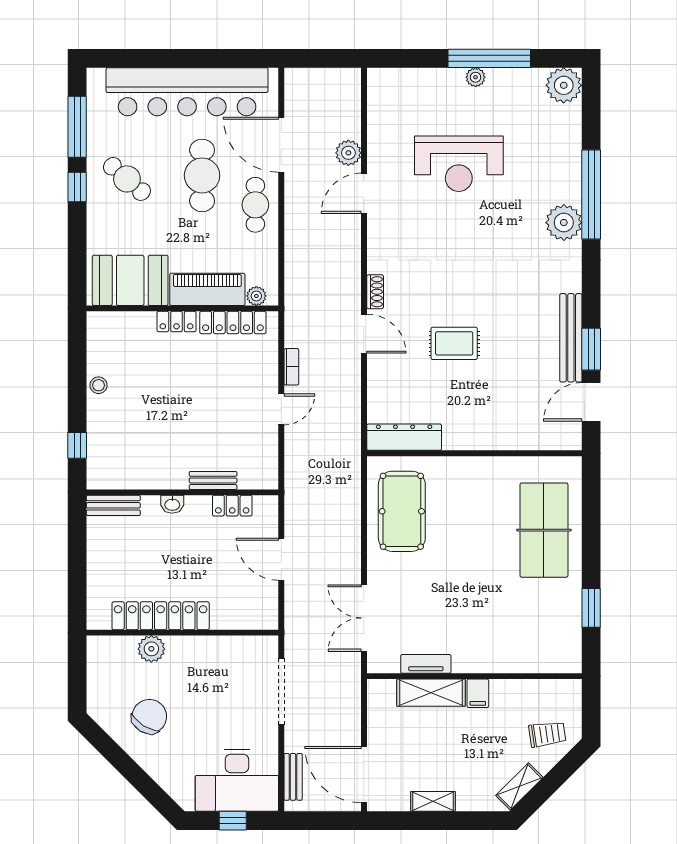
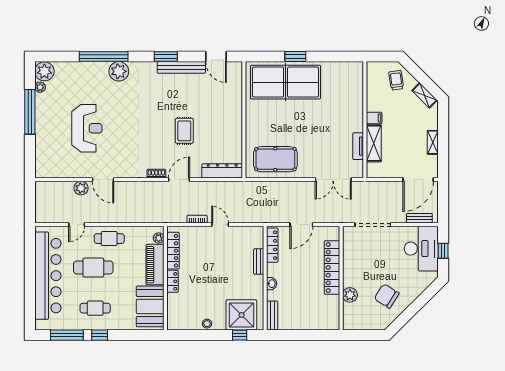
plant: (476, 77) -> (40, 87), moved
door: (281, 145) -> (77, 225), width x0.53
cafe table: (127, 179) -> (95, 308), turned 49
window: (591, 349) -> (166, 57), moved
dresser: (404, 437) -> (222, 171), moved, turned 90
shower: (114, 449) -> (241, 315), added
locker: (232, 506) -> (272, 245), width x1.53
table tennis table: (544, 530) -> (286, 82), width x1.36, depth x1.32
window: (591, 608) -> (295, 57), moved
locker: (161, 616) -> (332, 267), moved

